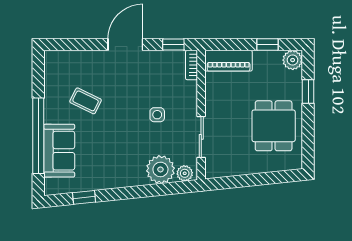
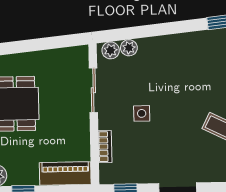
bookcase: (192, 65) -> (105, 147), moved
plant: (160, 169) -> (129, 48), width x0.53, depth x0.53

